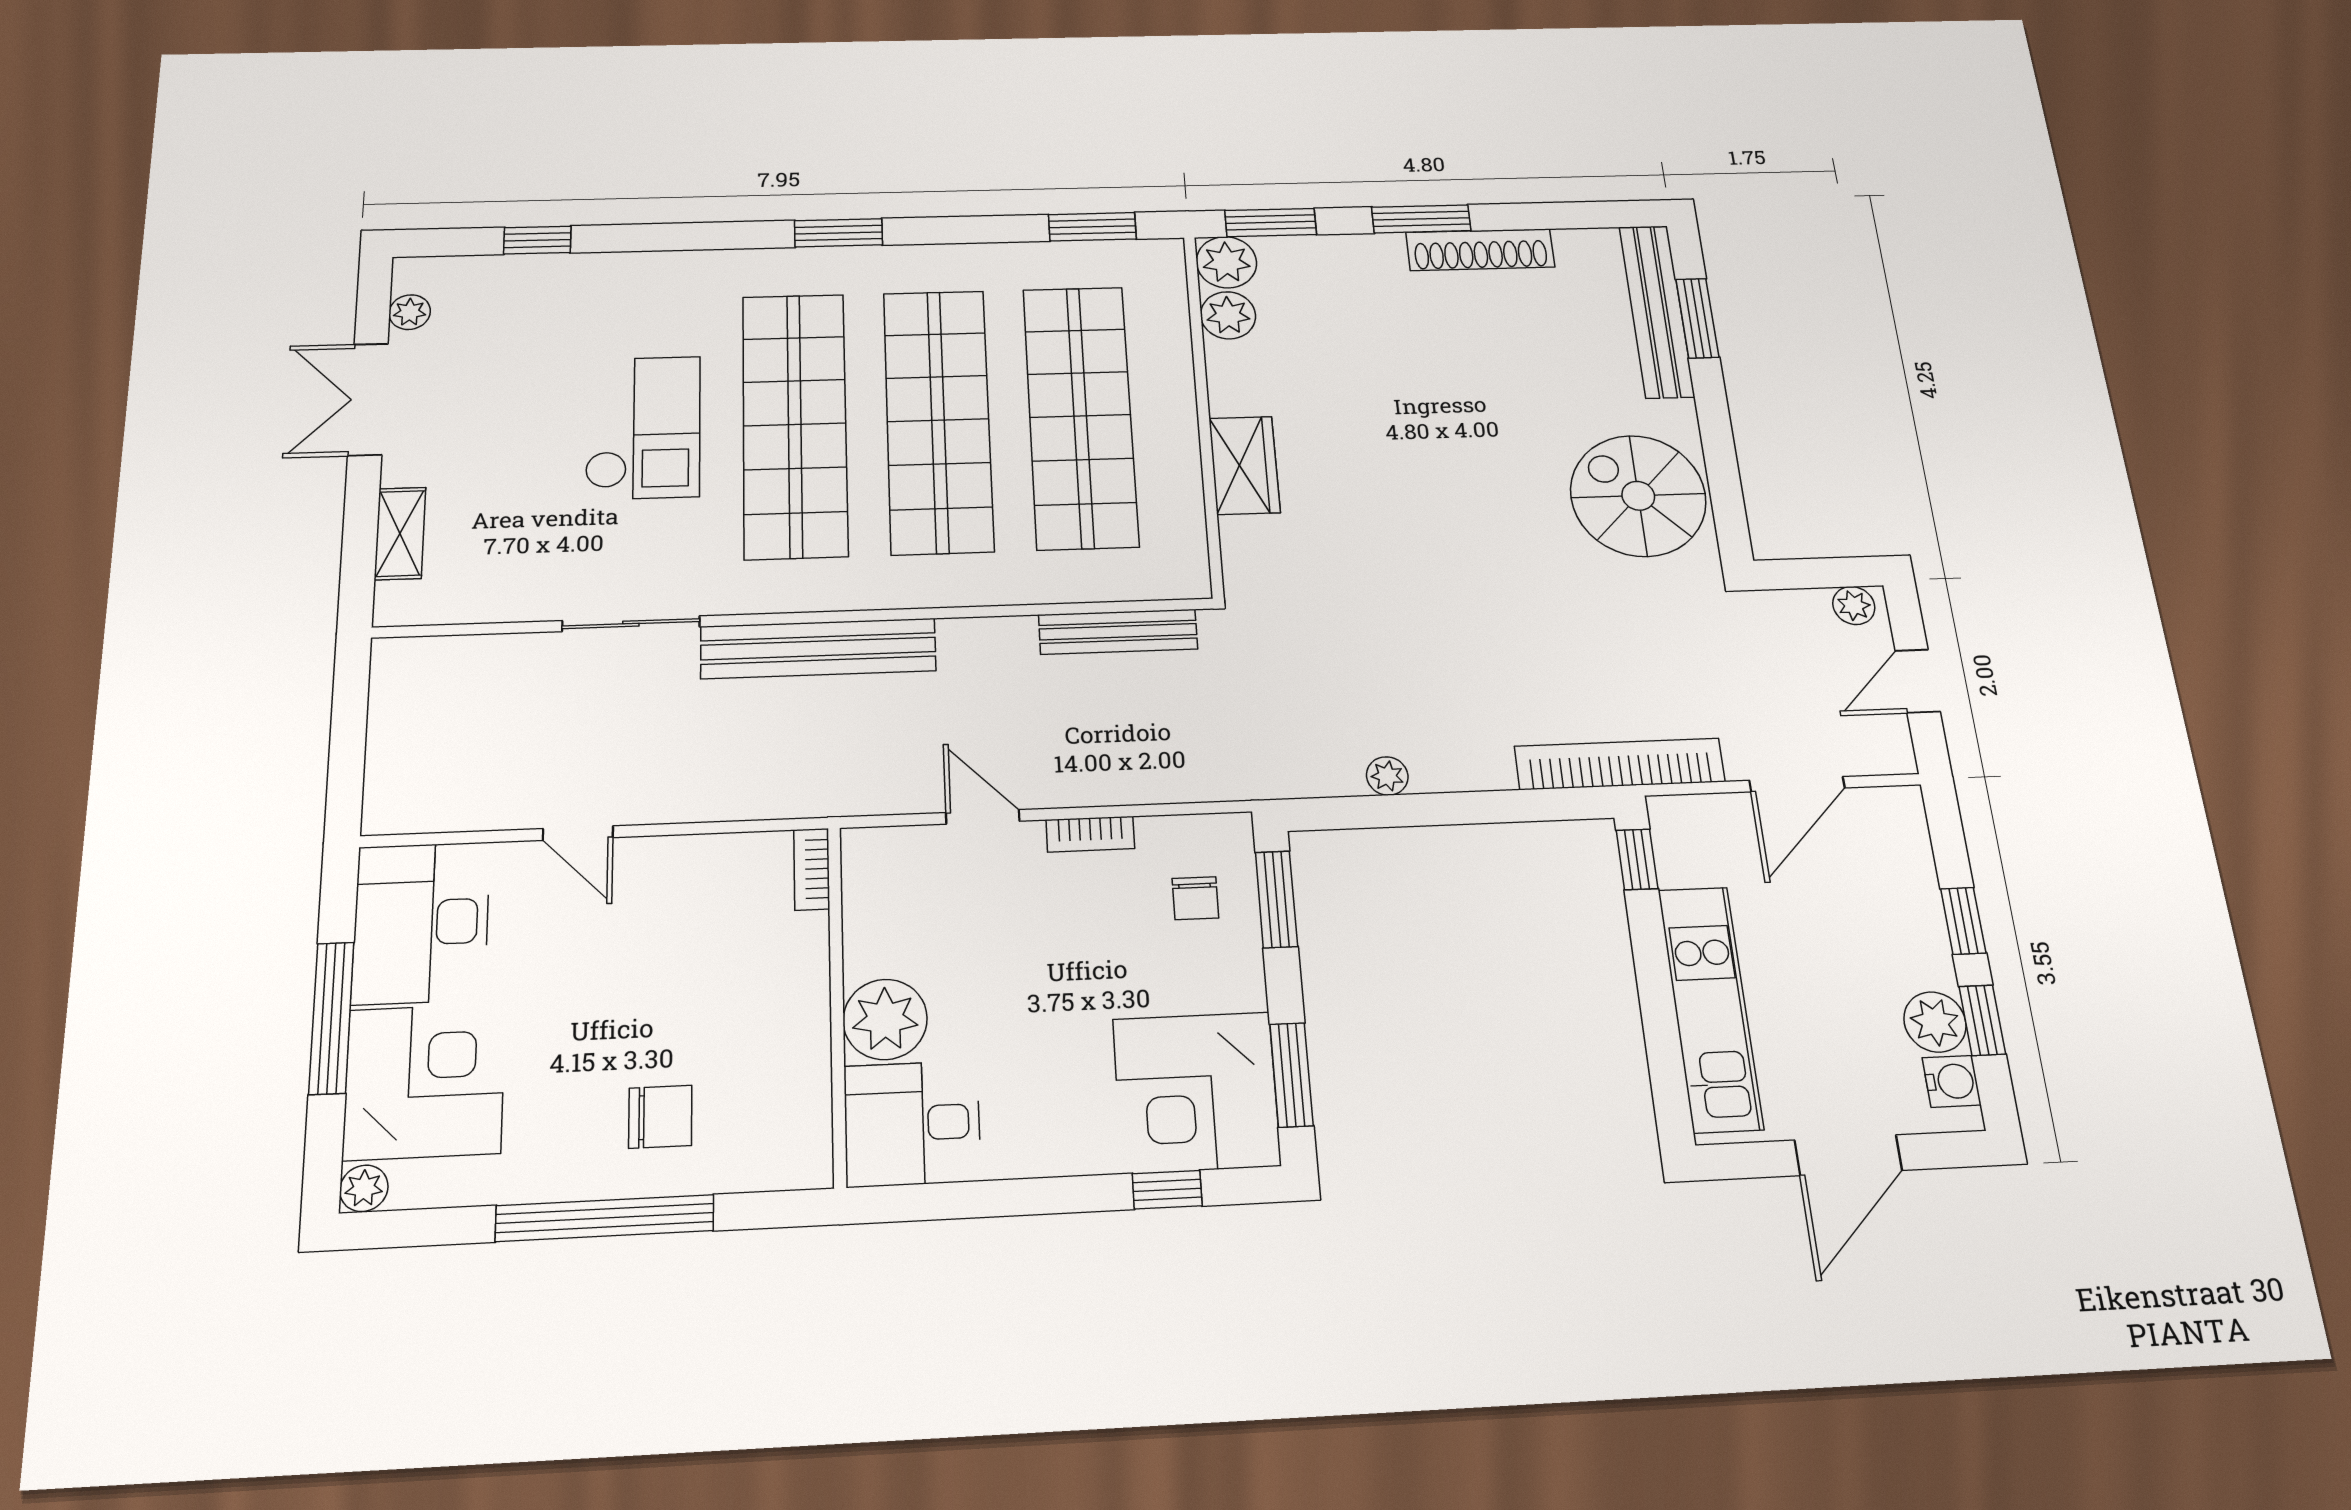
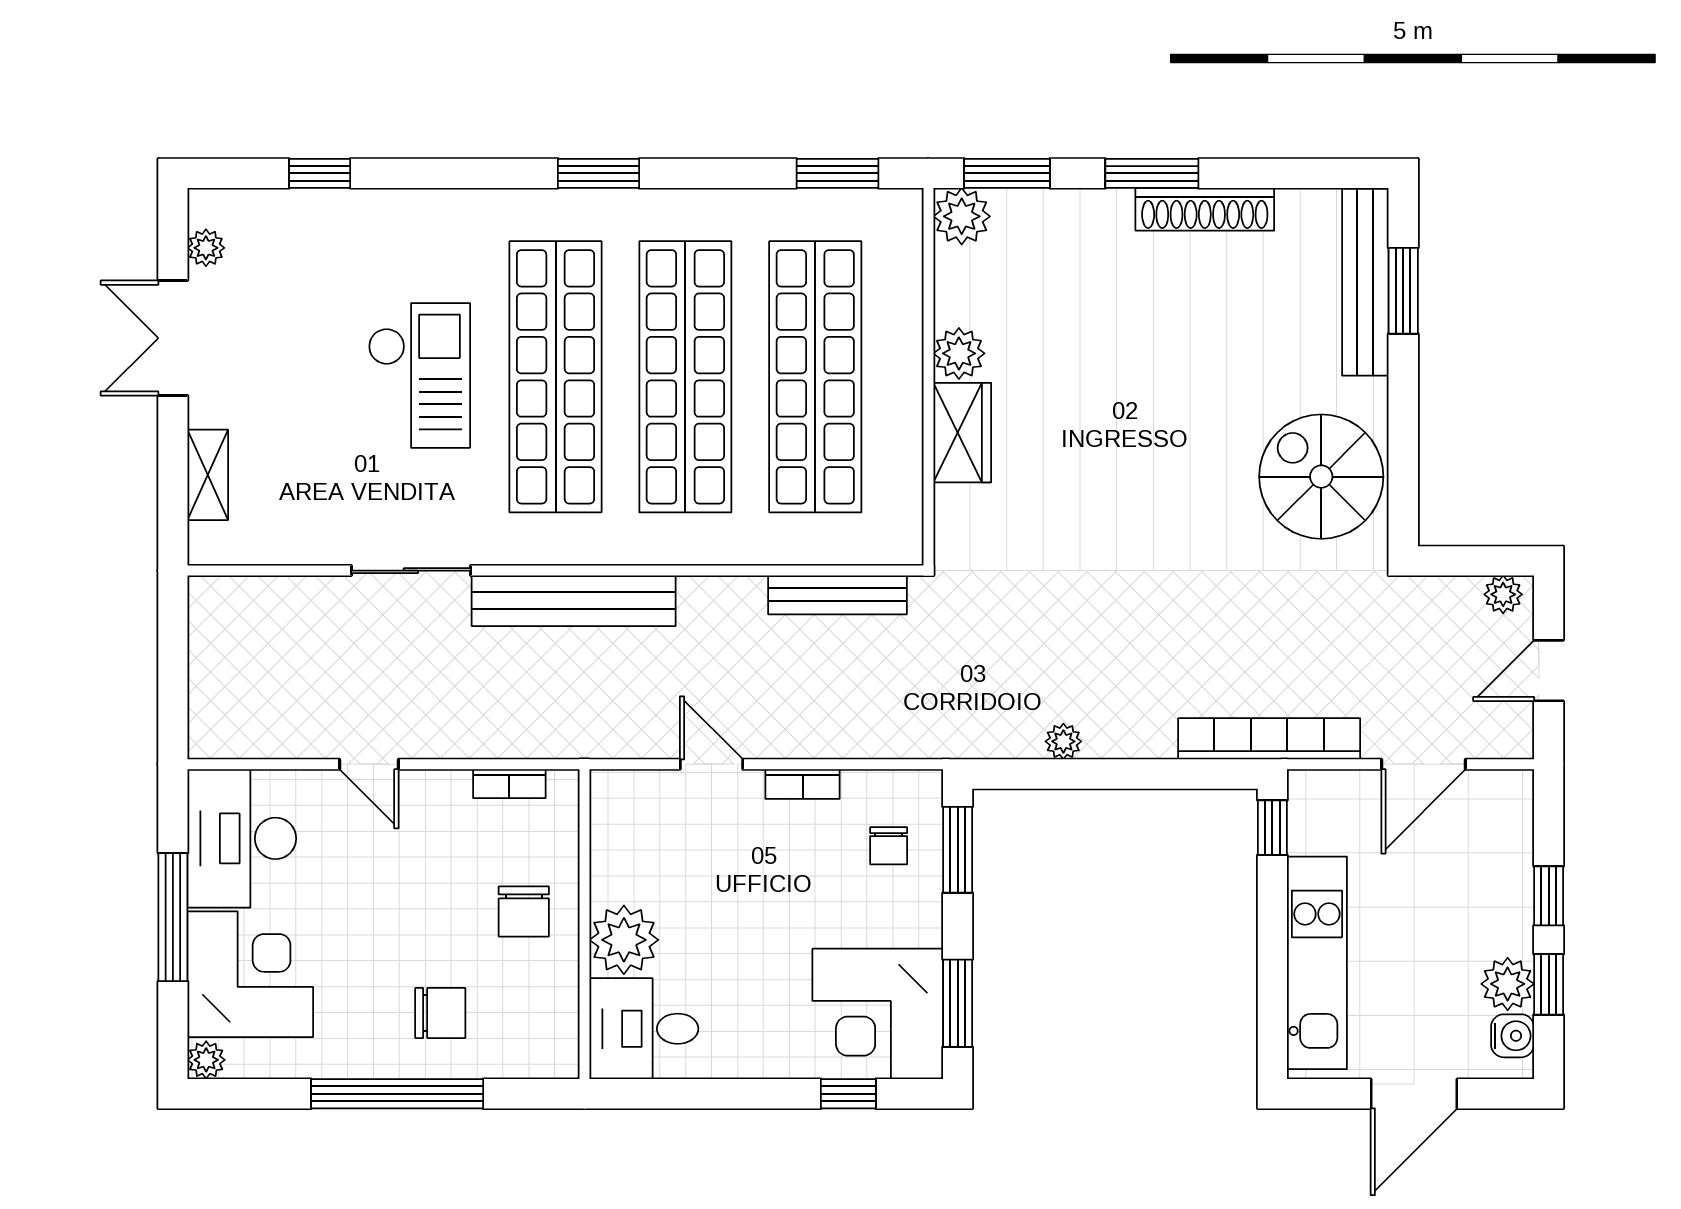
plant: (1228, 315) -> (959, 353), moved
bookcase: (812, 869) -> (509, 784), moved, turned -90
chair: (763, 992) -> (524, 912), added

